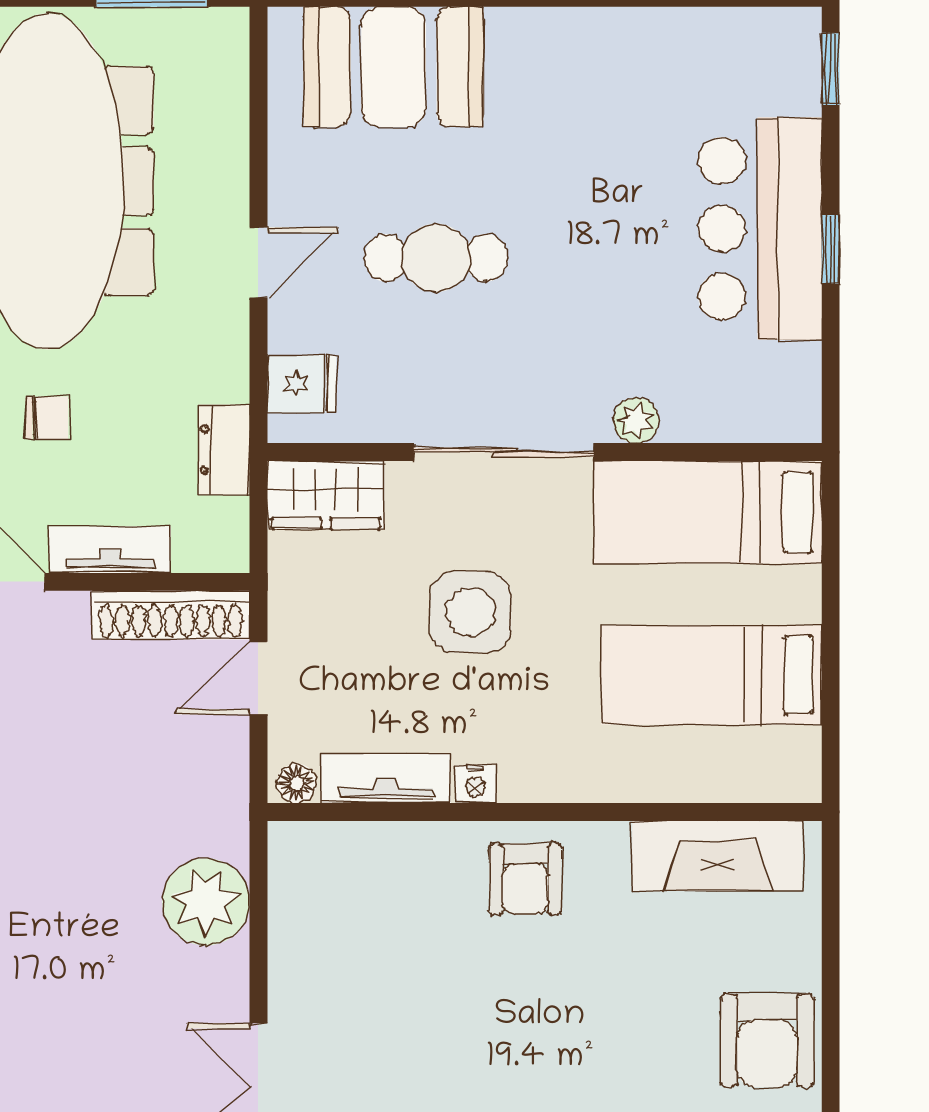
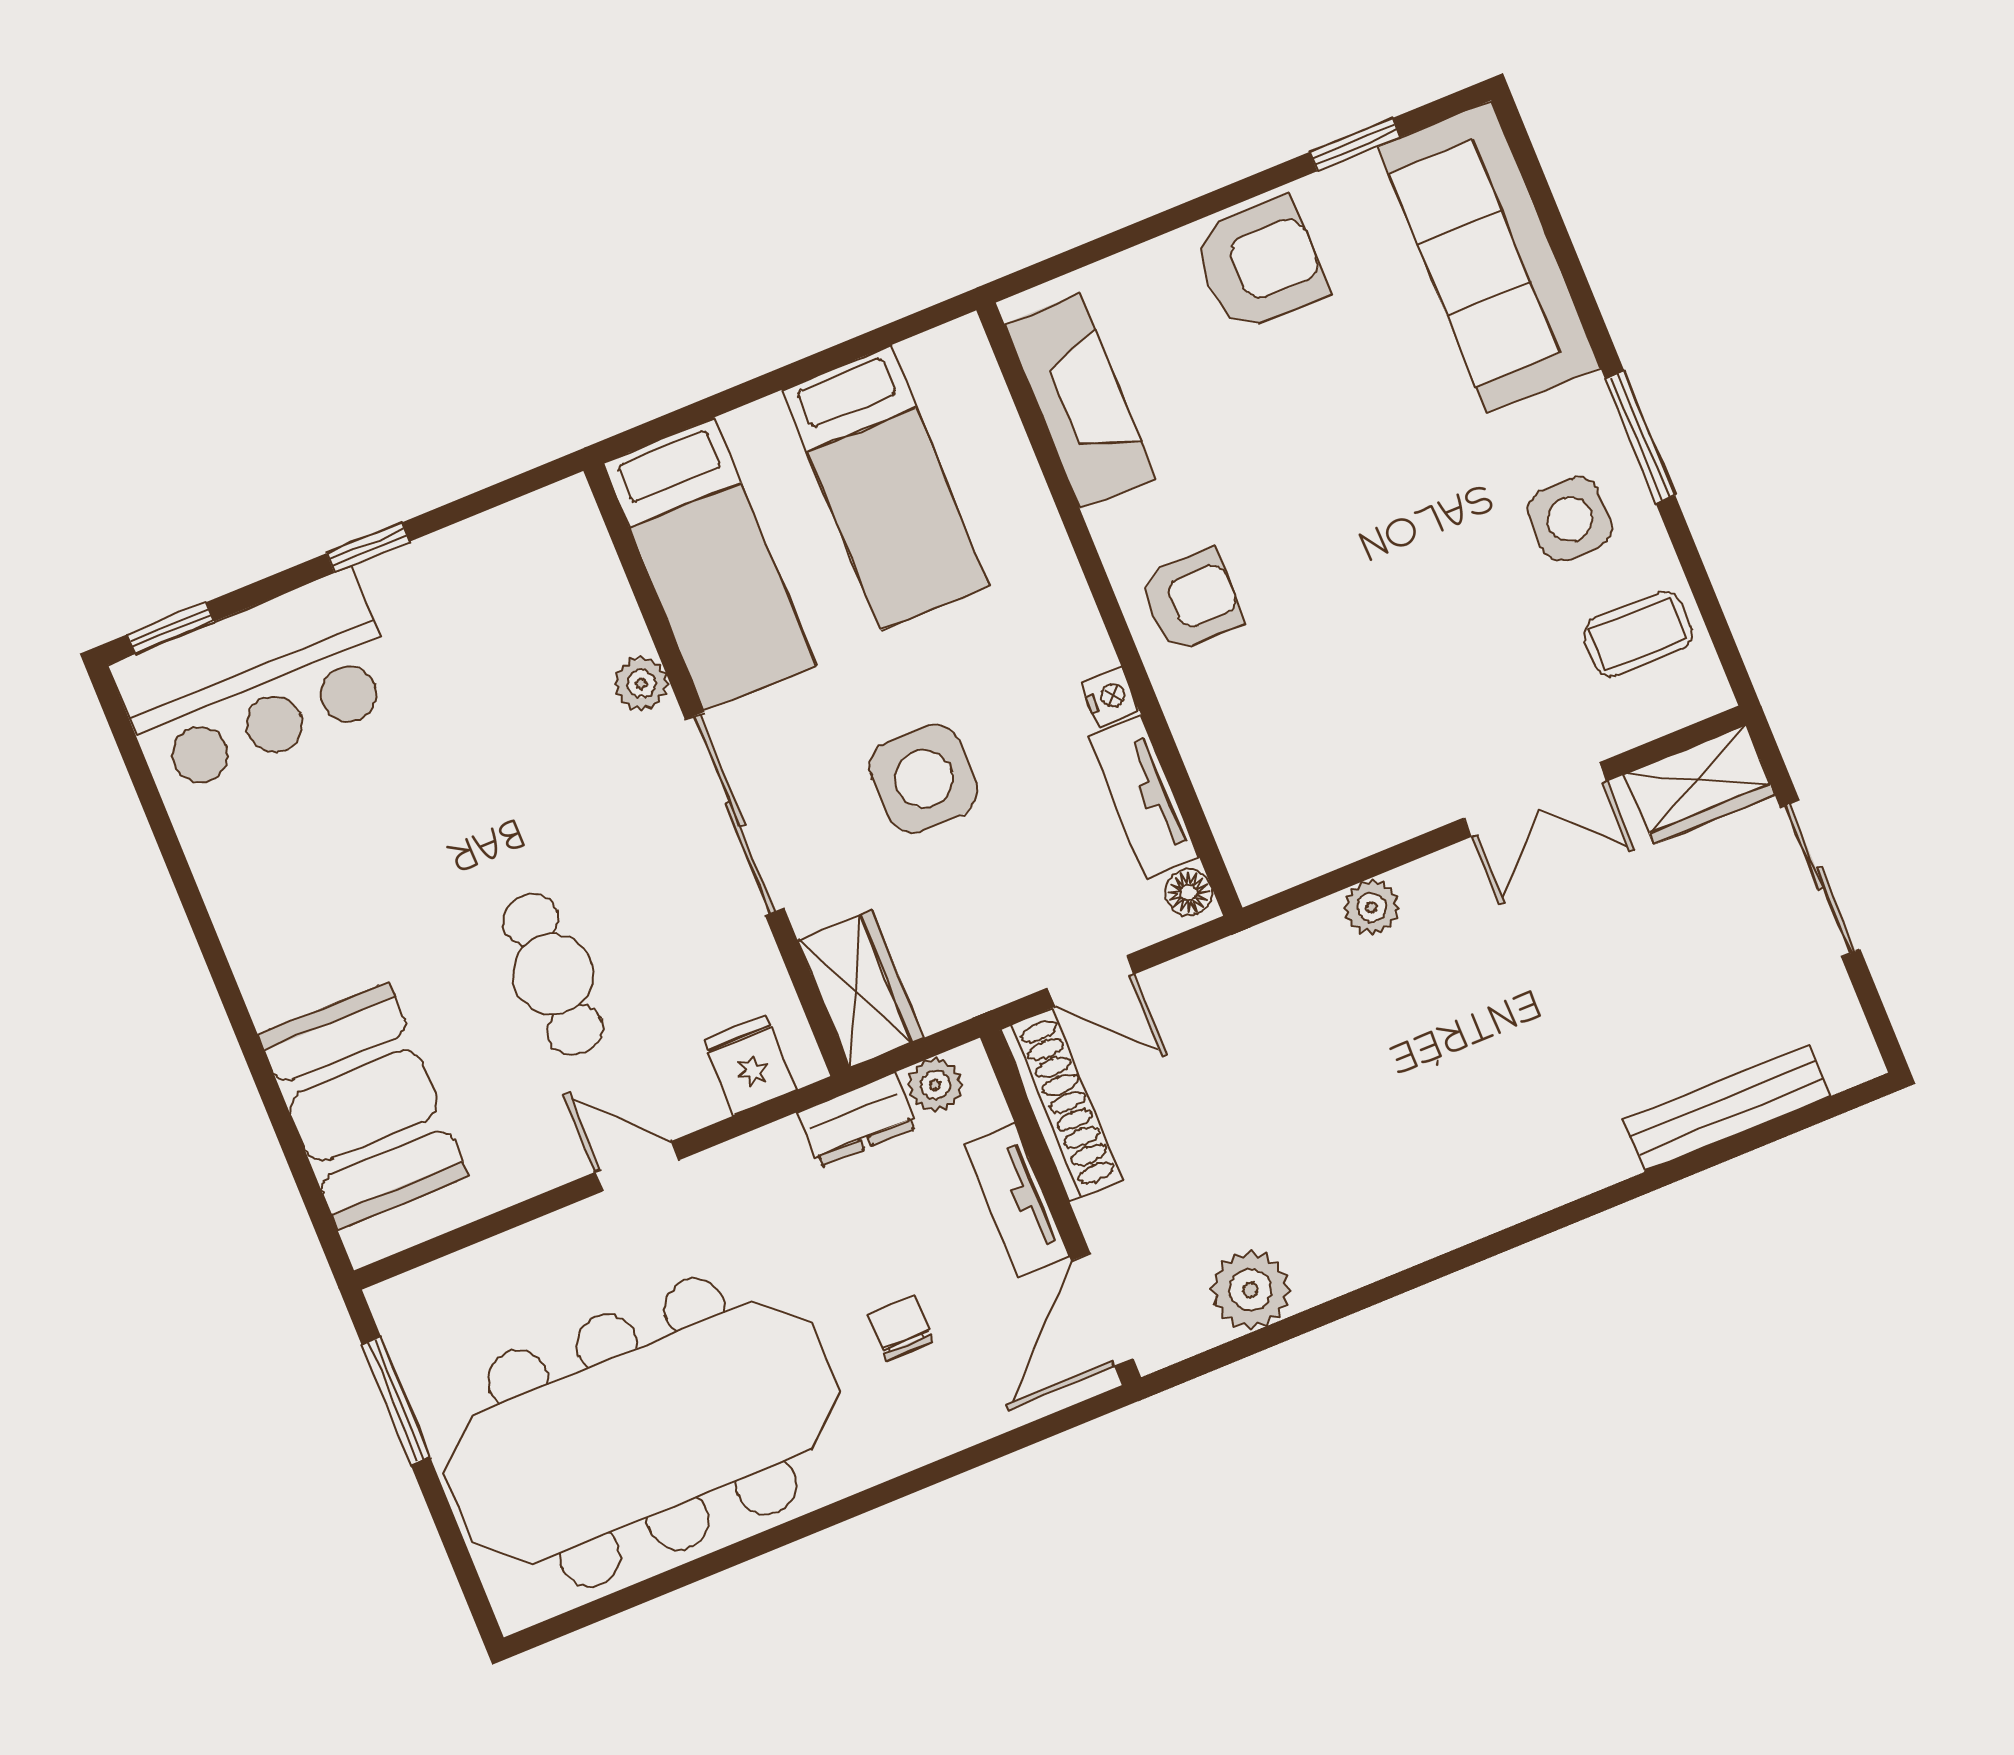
bar counter: (760, 229) -> (257, 682), moved
plant: (227, 523) -> (935, 1085), added
plant: (206, 902) -> (1372, 907), width x0.53, depth x0.53

